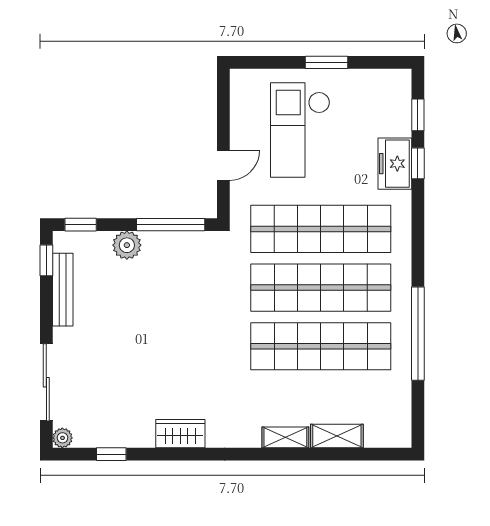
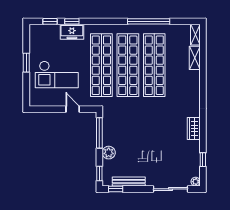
shelving: (285, 437) -> (195, 35), moved

